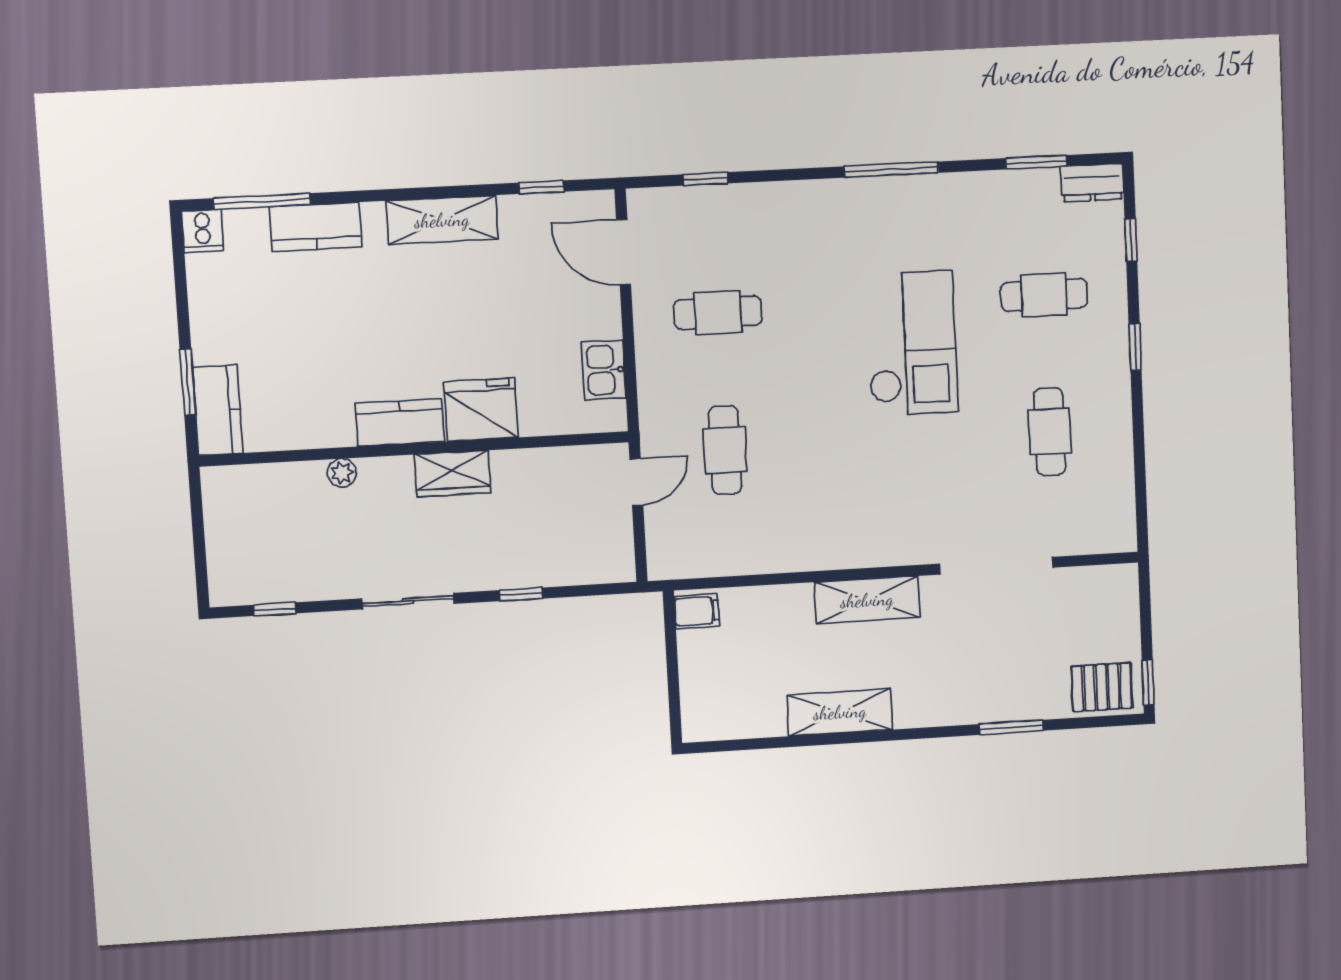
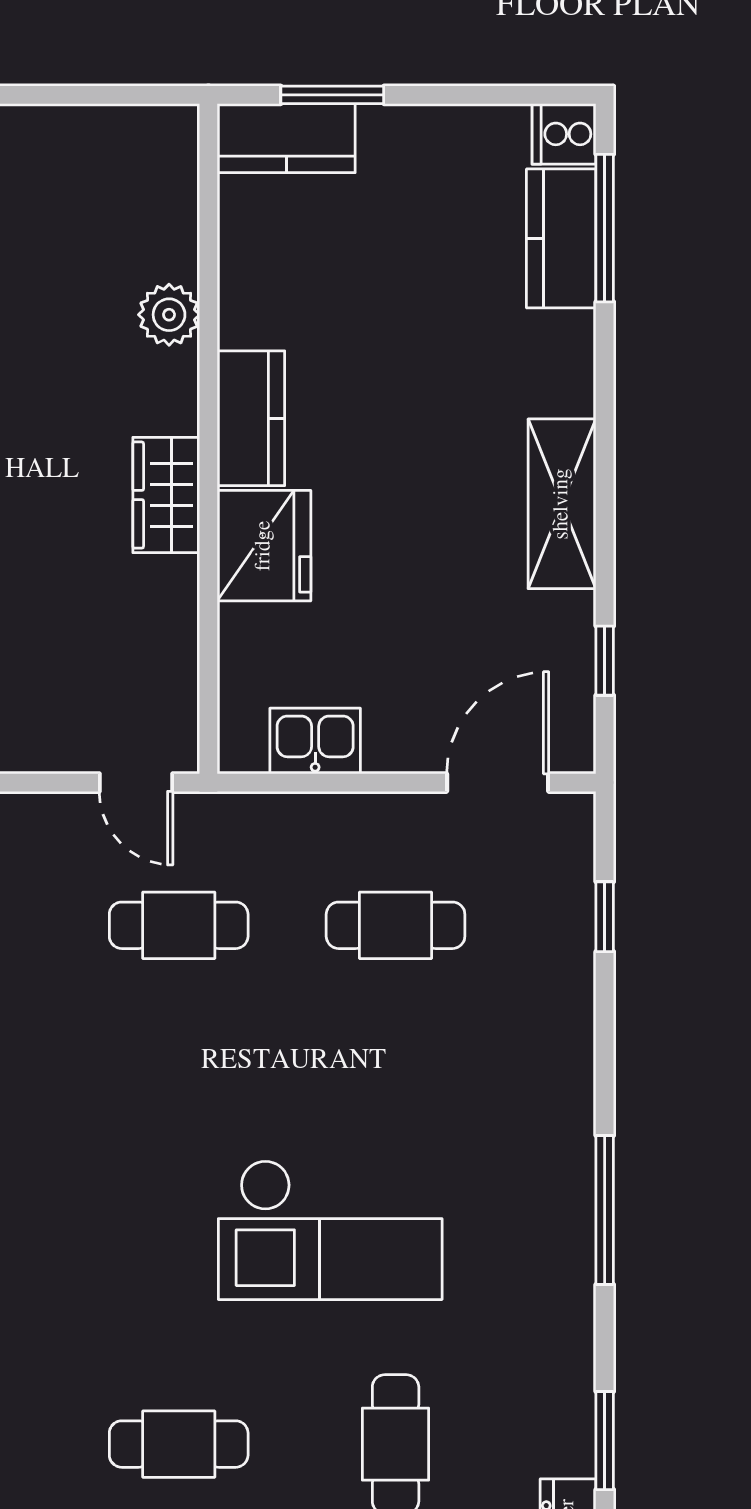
kitchen counter: (316, 227) -> (561, 238), moved
cafe table: (718, 313) -> (396, 925), turned 90
plant: (342, 473) -> (169, 315), width x1.38, depth x1.38

